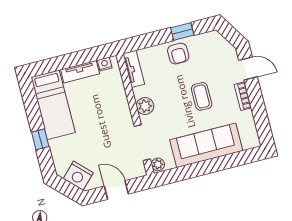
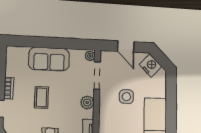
side table: (99, 127) -> (126, 97), added
window: (40, 139) -> (171, 100), removed
sofa: (206, 145) -> (49, 59), width x0.73

